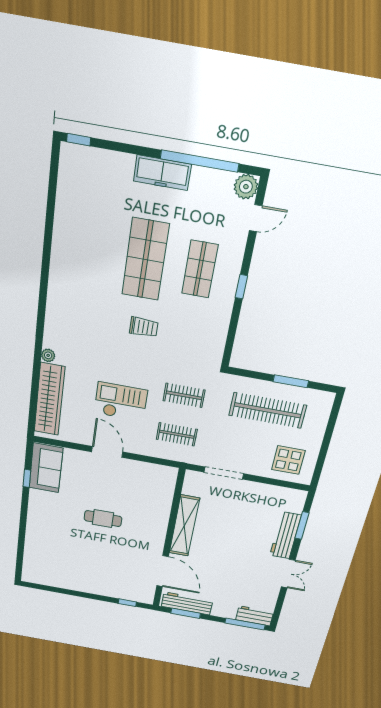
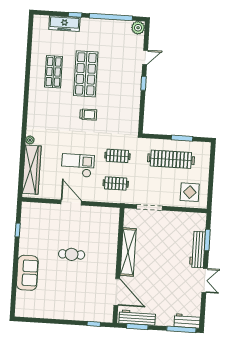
window: (79, 140) -> (75, 15), moved
freezer: (162, 173) -> (64, 24), moved
door: (256, 218) -> (145, 57), moved
shop shelf: (200, 269) -> (54, 72), moved
sofa: (46, 468) -> (27, 273), moved

